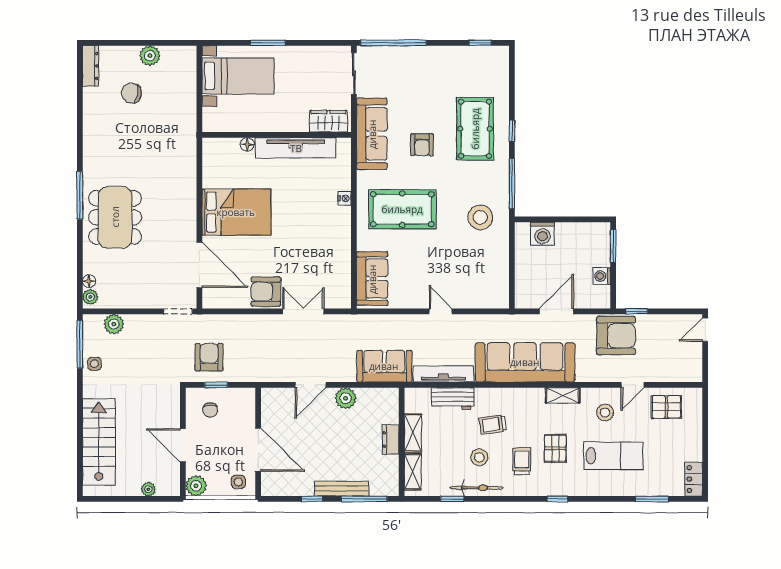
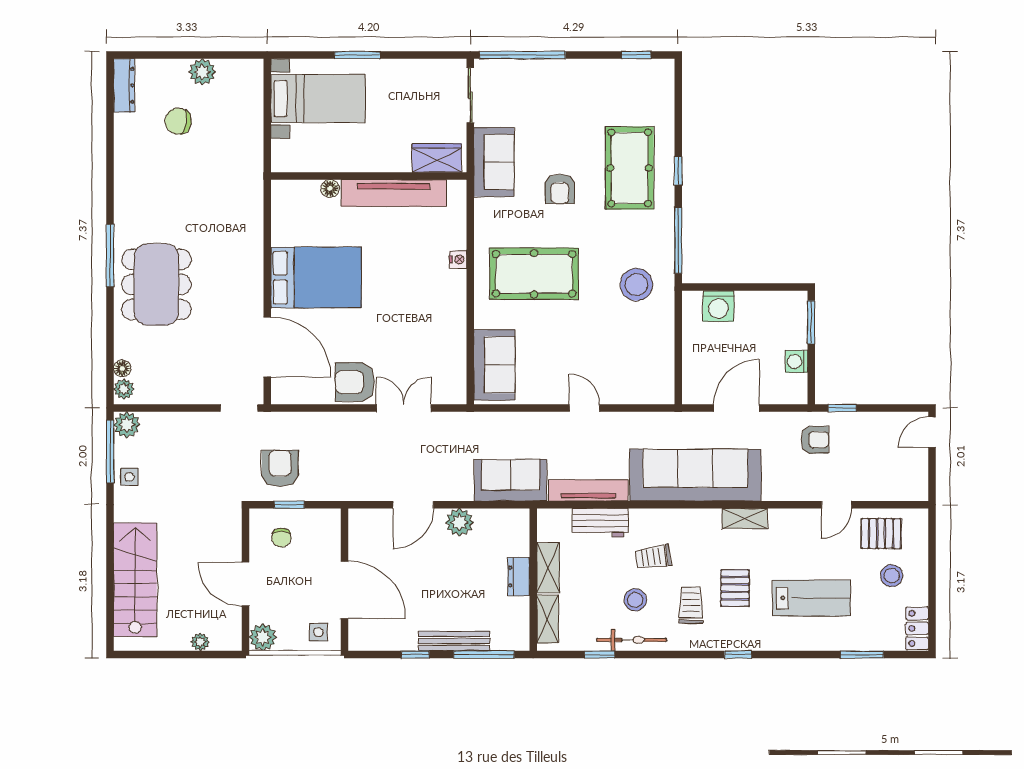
sofa: (372, 134) -> (494, 162), width x0.73
plant: (114, 324) -> (127, 425), moved
armchair: (616, 336) -> (815, 440), width x0.53, depth x0.53
stool: (605, 413) -> (892, 576), moved

